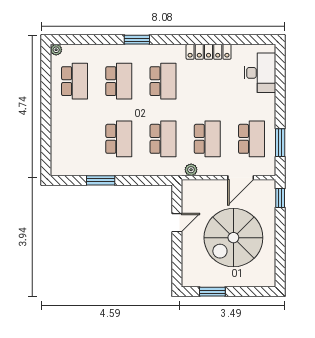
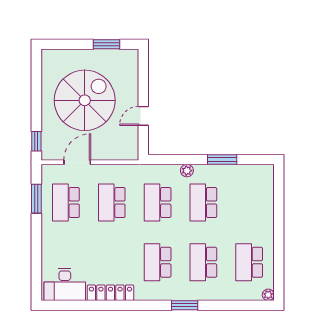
desk: (260, 73) -> (65, 284), moved, turned -90
plant: (191, 170) -> (187, 171), moved

